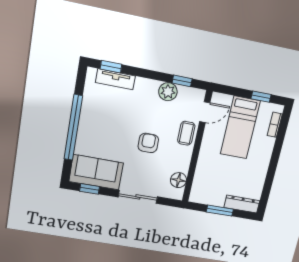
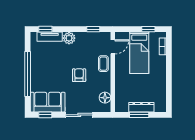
plant: (168, 92) -> (69, 38), moved
dresser: (242, 204) -> (141, 107), moved

